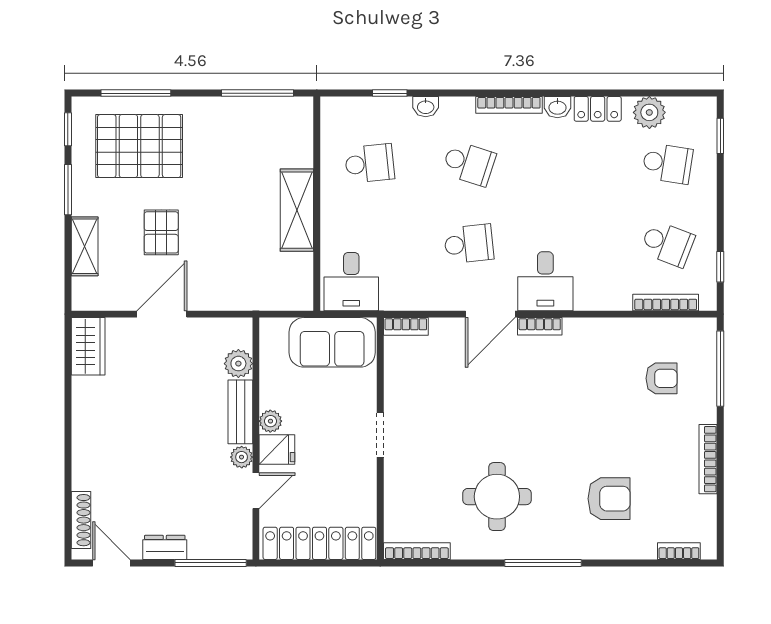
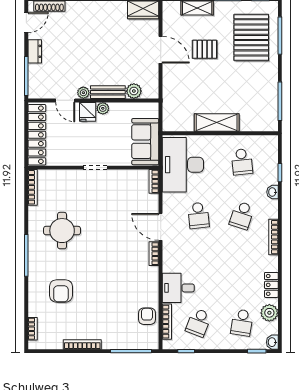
washbasin: (557, 107) -> (272, 342), moved
desk: (545, 281) -> (178, 288), moved
desk: (351, 282) -> (183, 165), width x1.87, depth x1.30
armchair: (662, 378) -> (147, 316), moved, turned 180

